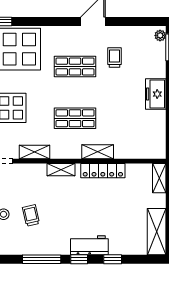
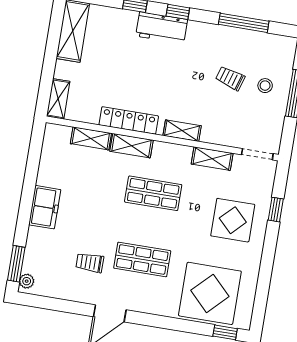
trolley: (115, 57) -> (90, 263), turned 90
shelving: (129, 152) -> (91, 138), added
trolley: (31, 215) -> (230, 78), turned 120
window: (42, 259) -> (244, 23), moved

